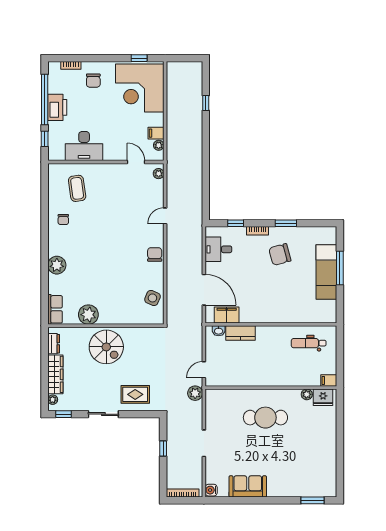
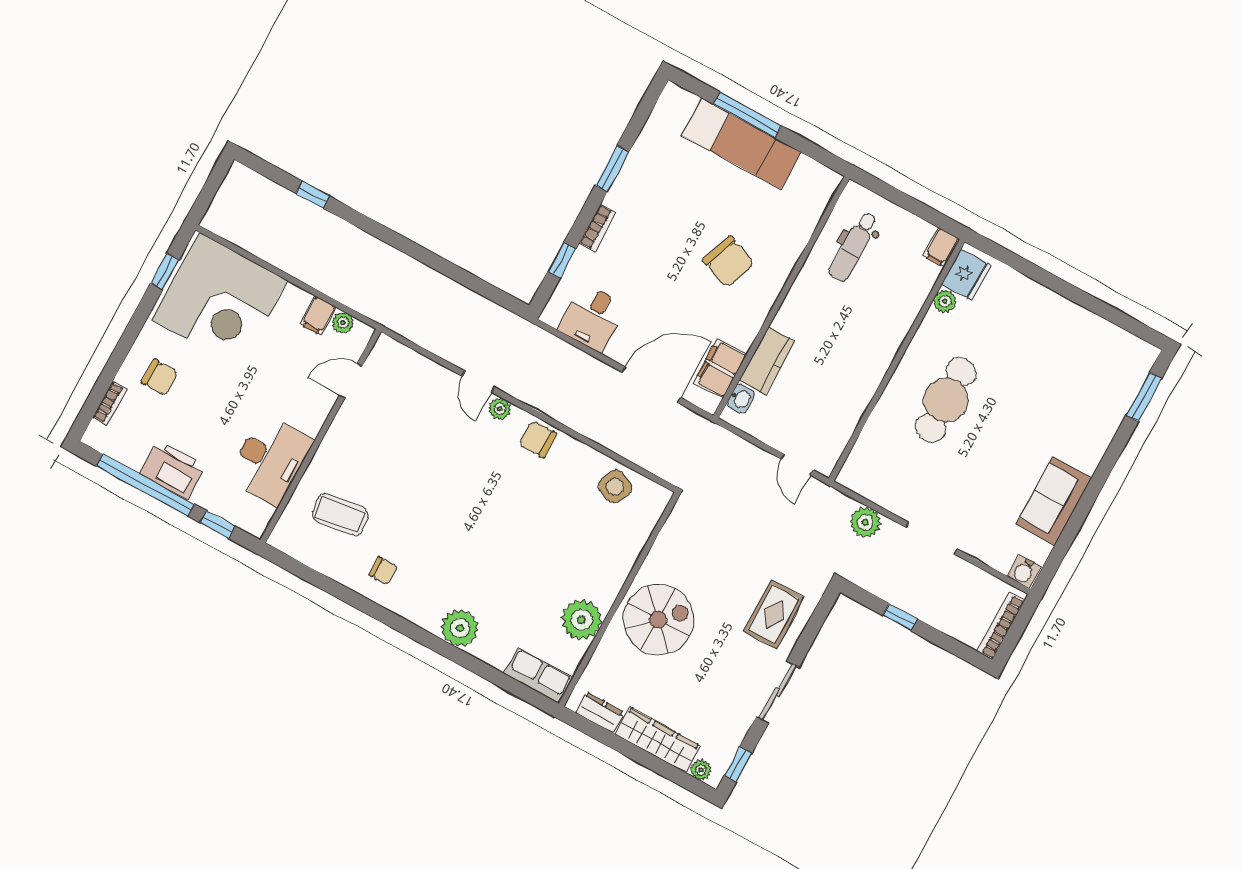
plant: (159, 174) -> (500, 409), moved
chair: (280, 254) -> (729, 262), moved, turned -55
plant: (195, 393) -> (865, 522), moved

